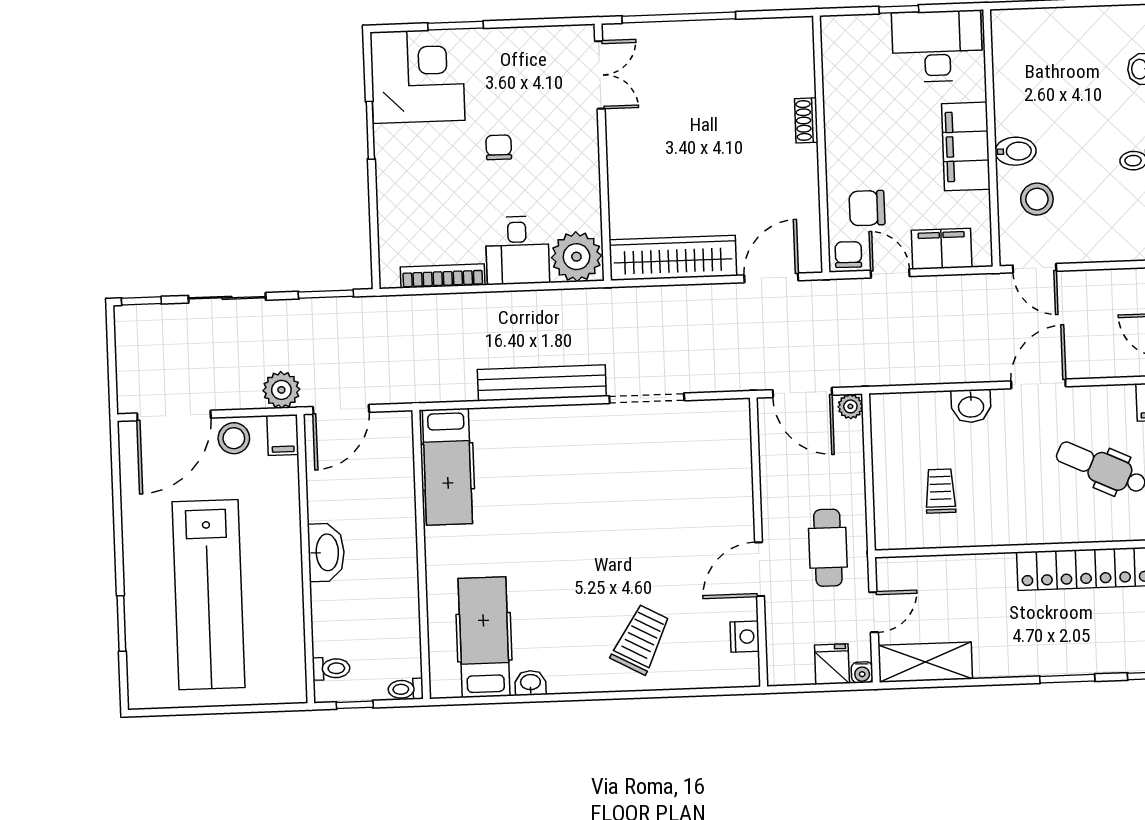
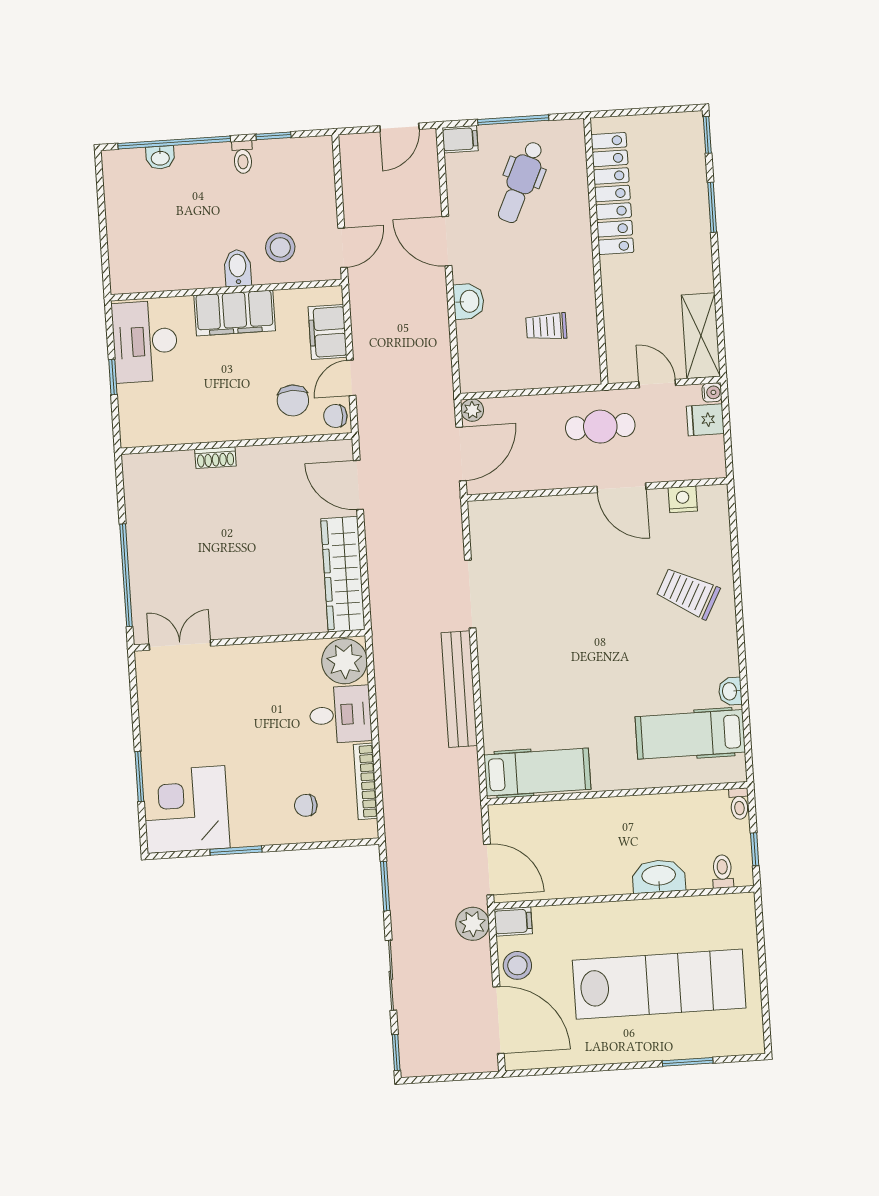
chair: (499, 147) -> (306, 805), moved
washbasin: (326, 552) -> (659, 876), moved

